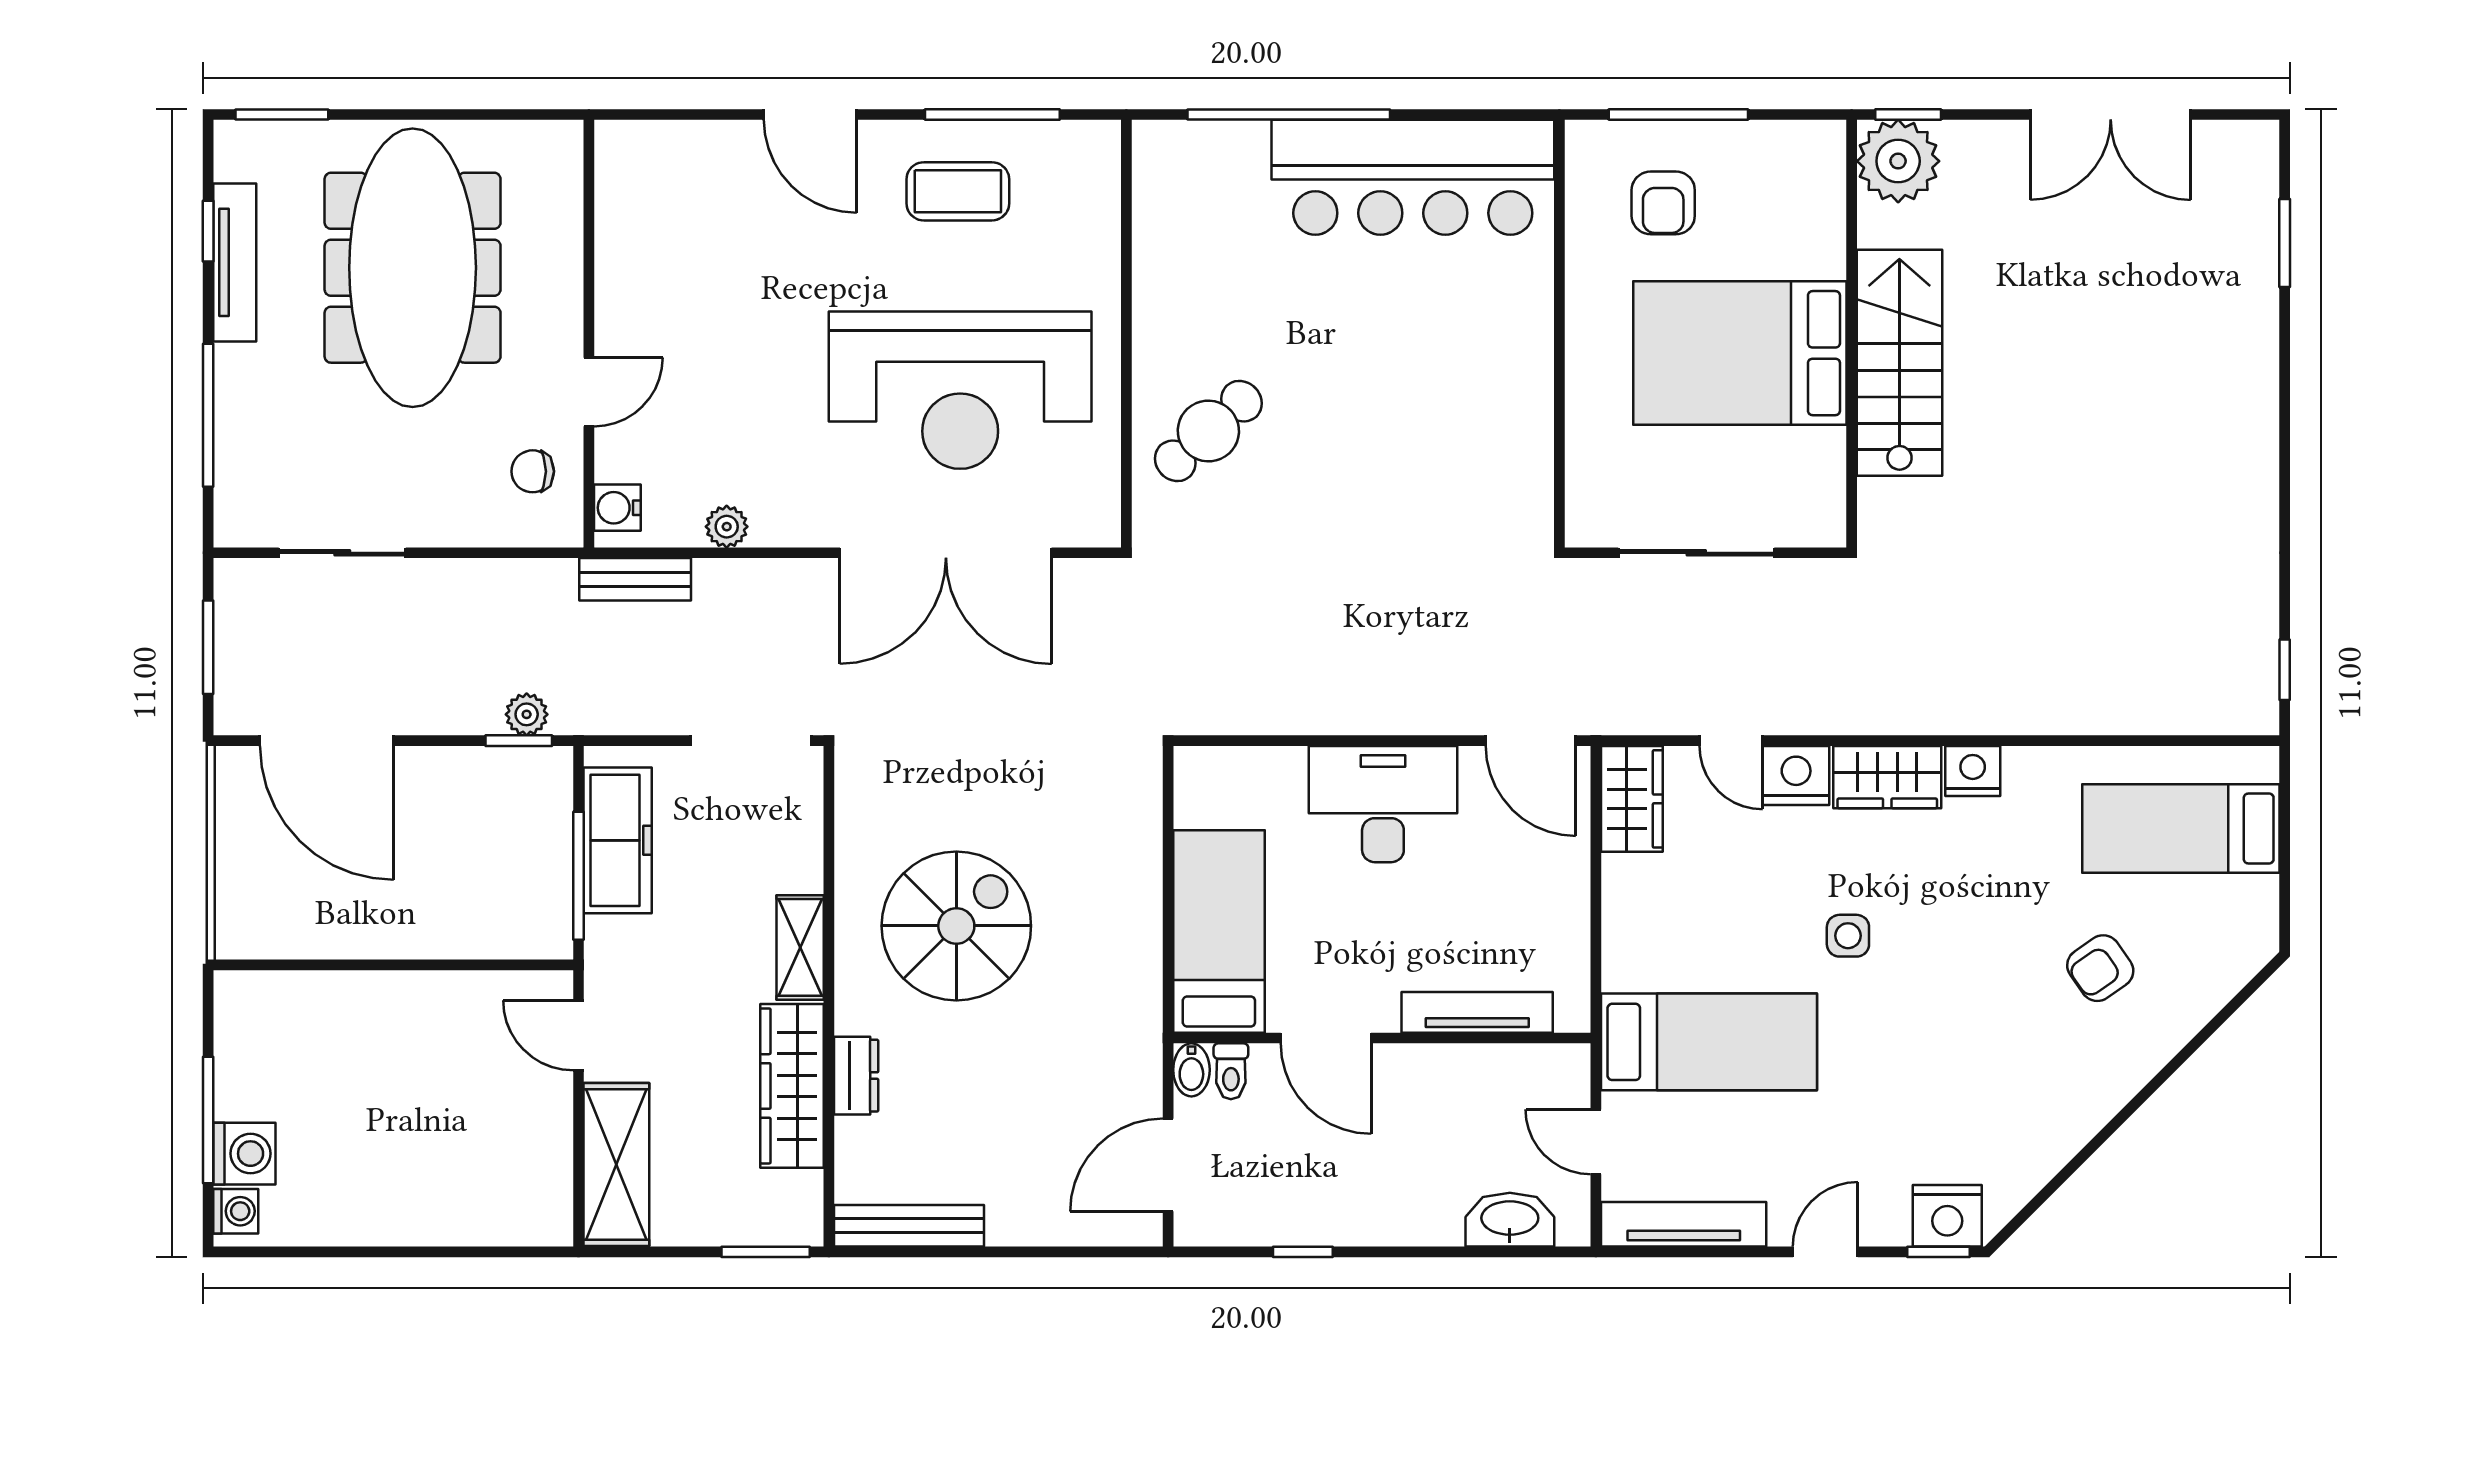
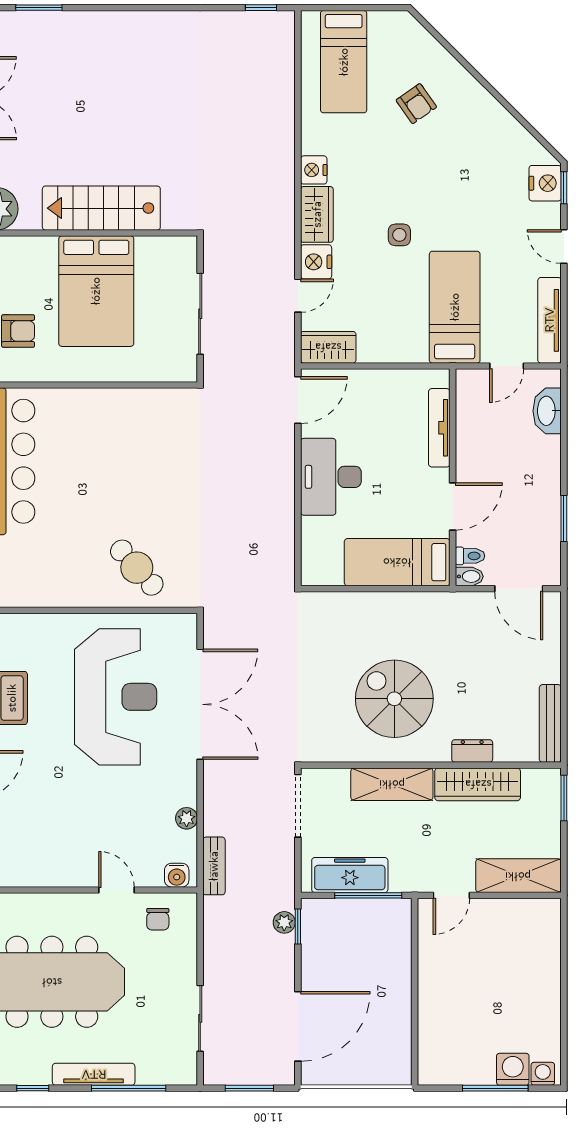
tv unit: (235, 262) -> (94, 1074), moved
shelving: (800, 947) -> (392, 784), width x1.50, depth x1.33
window: (1303, 1252) -> (564, 518), width x1.50

